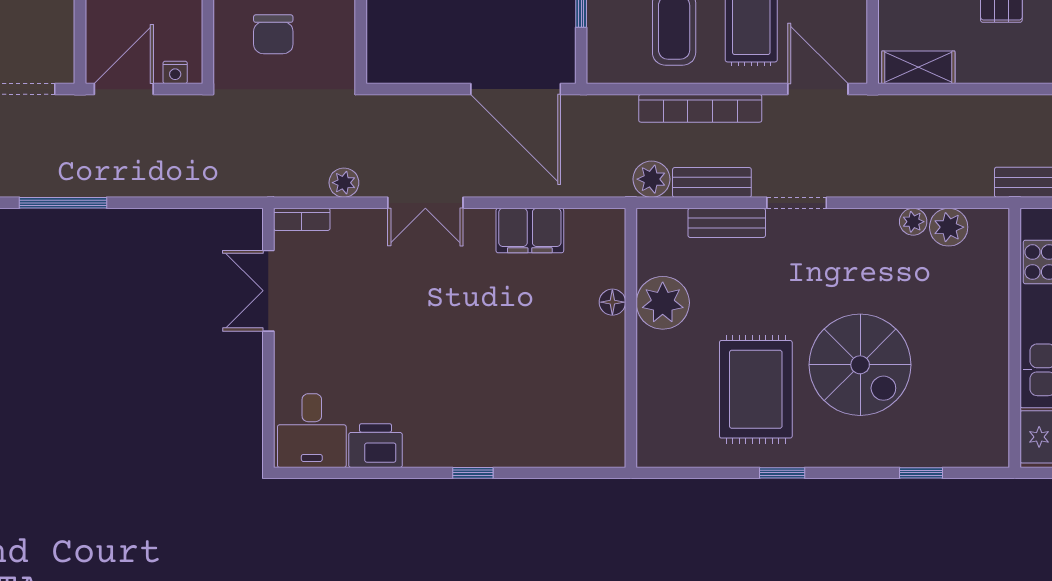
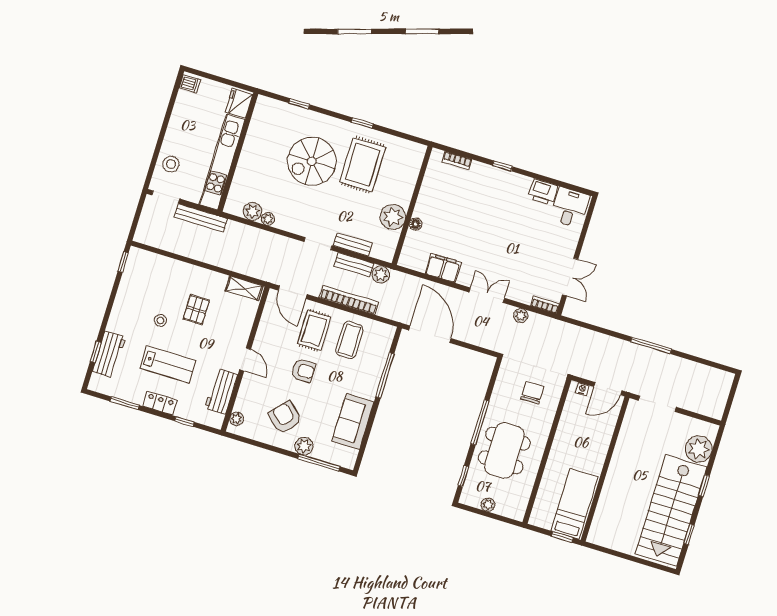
spiral stairs: (860, 365) -> (312, 161), turned -90
bookcase: (568, 456) -> (457, 161), added

